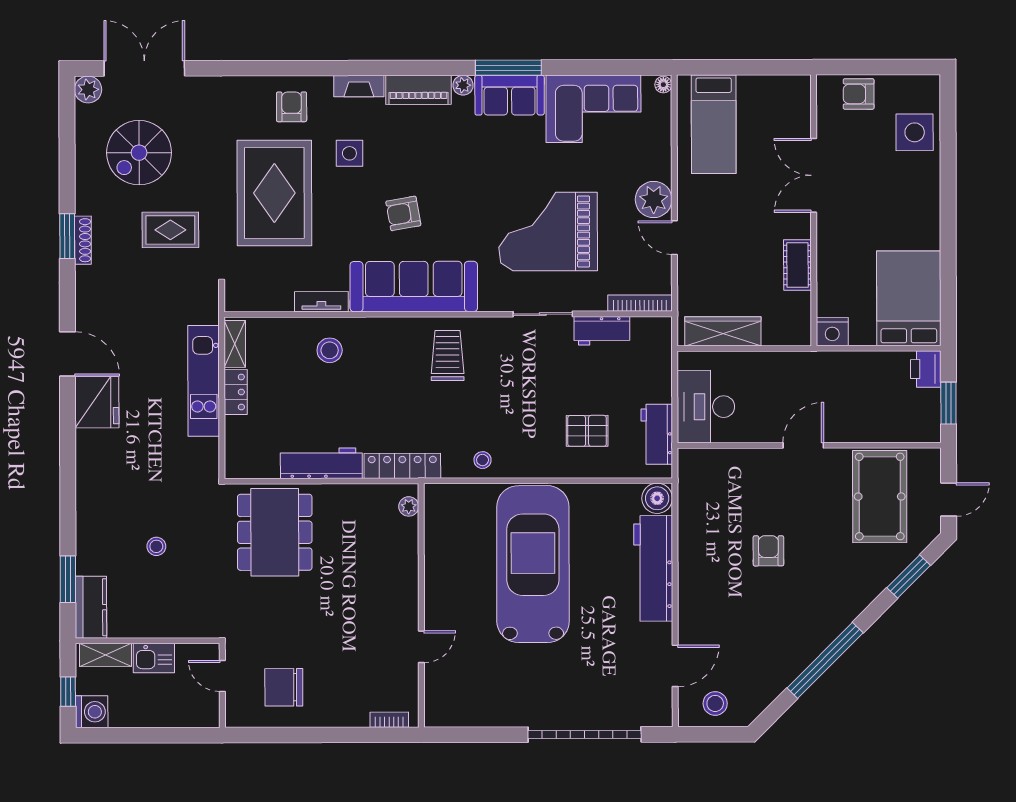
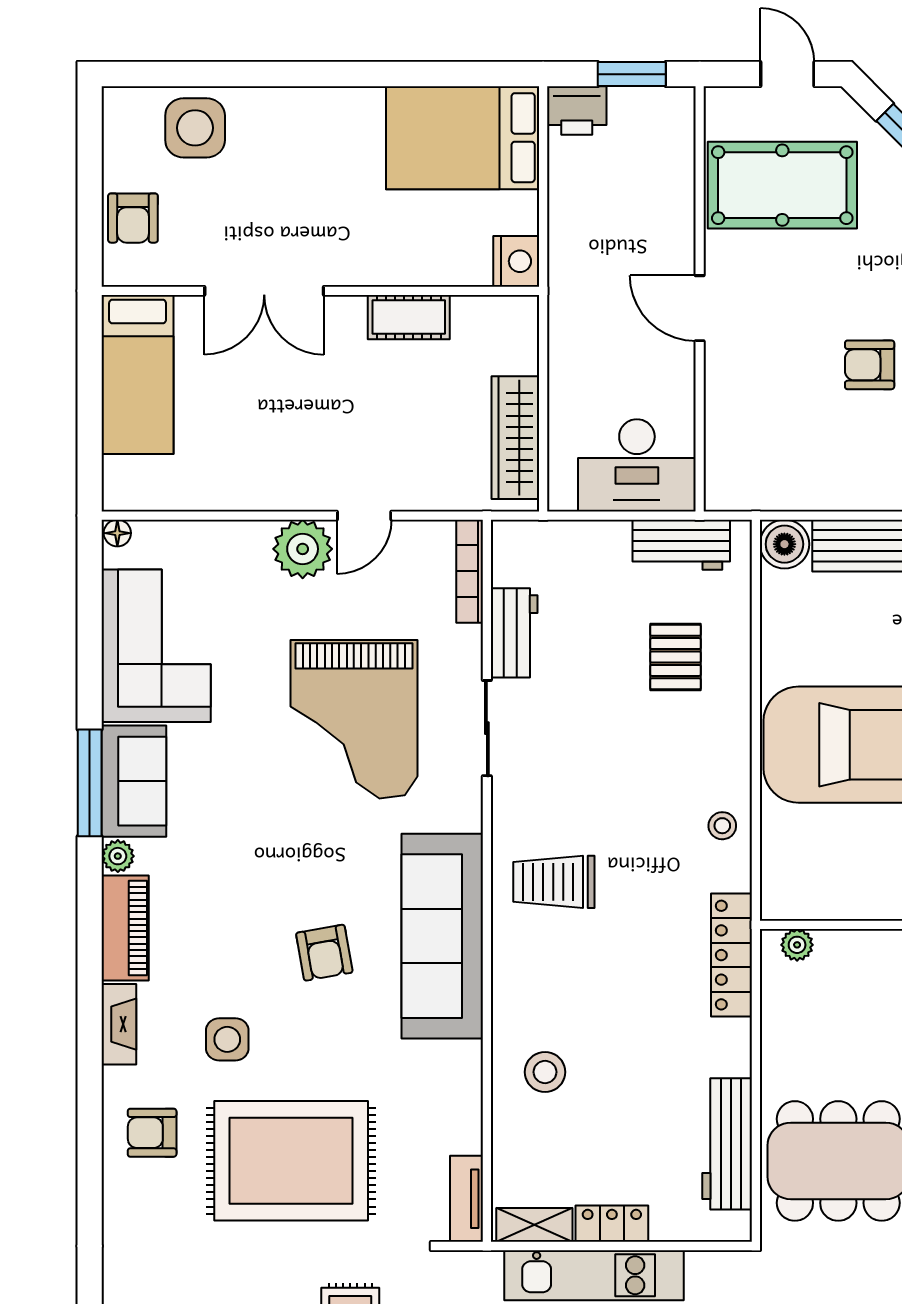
bed: (714, 124) -> (138, 374), moved, turned 90
tv unit: (321, 302) -> (466, 1199), moved
workbench: (321, 463) -> (727, 1144), moved

